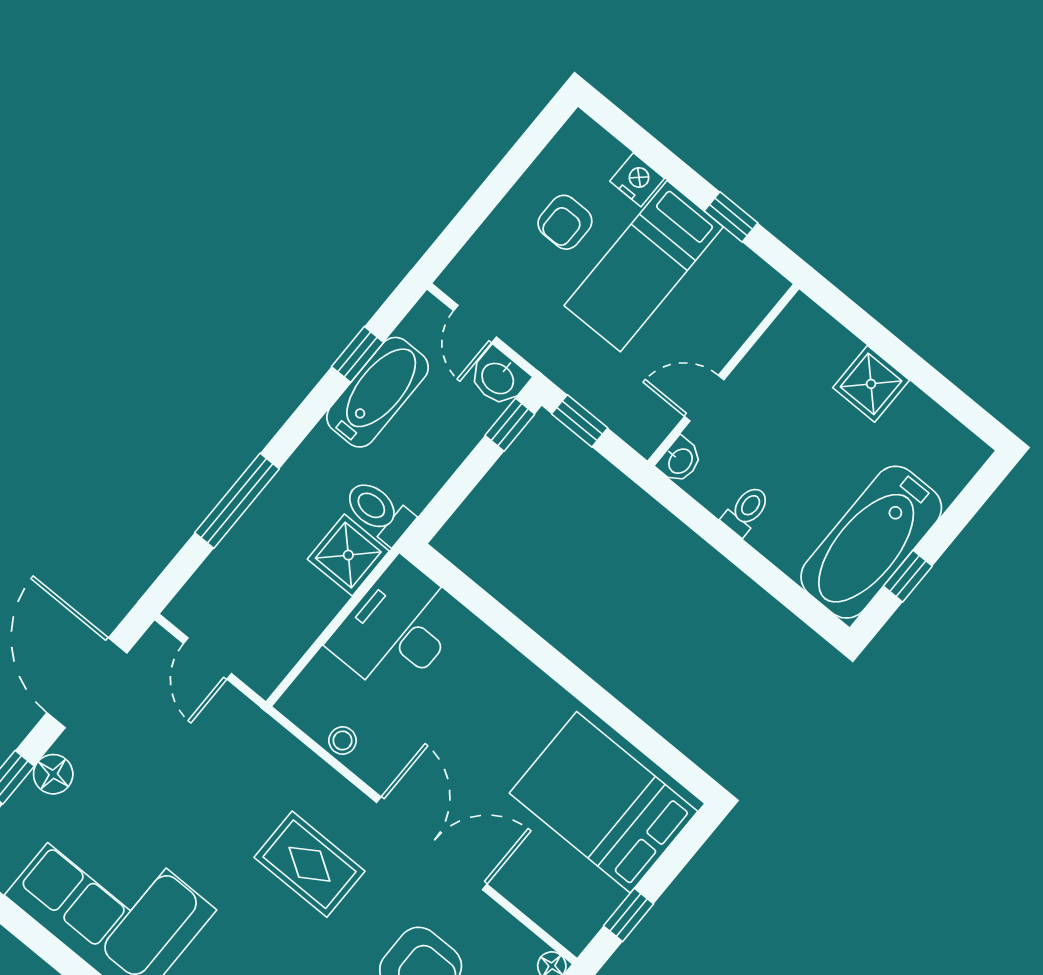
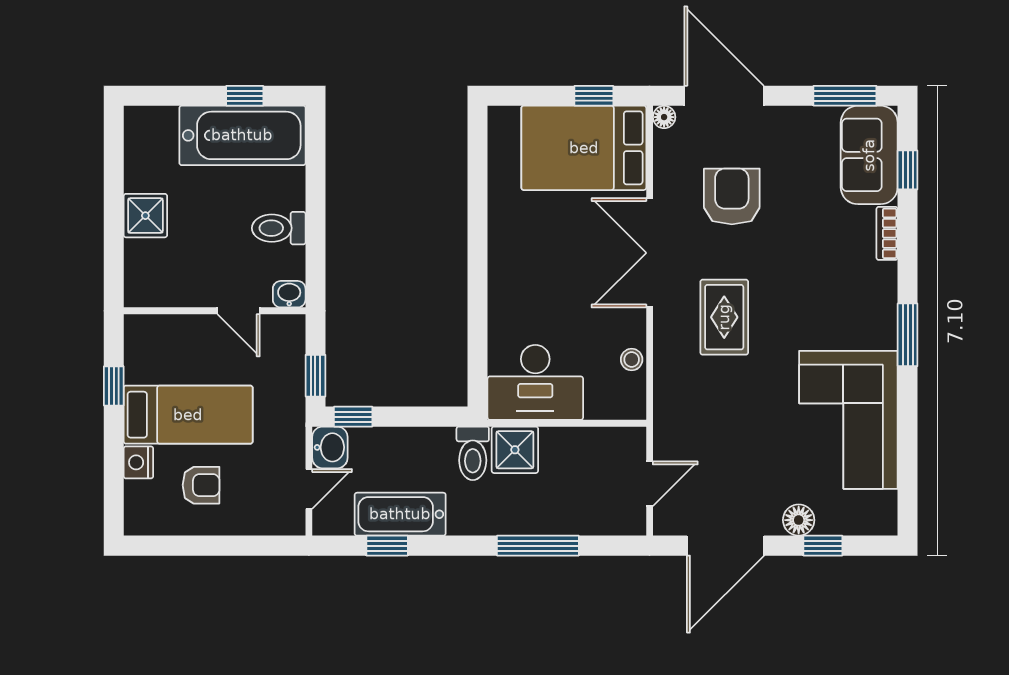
toilet: (746, 510) -> (279, 228), width x1.37, depth x1.39
bed: (603, 802) -> (584, 148), moved, turned 90

